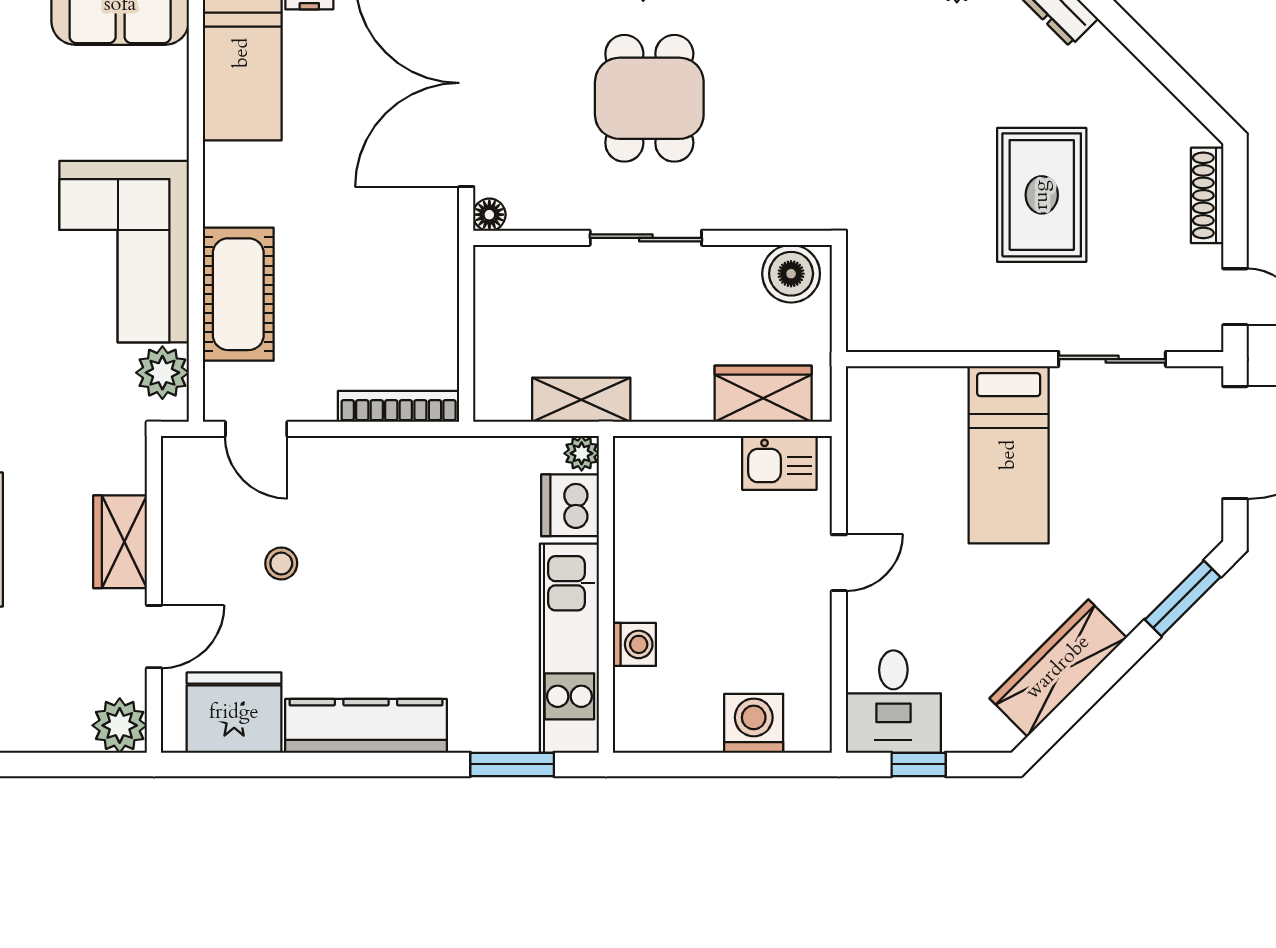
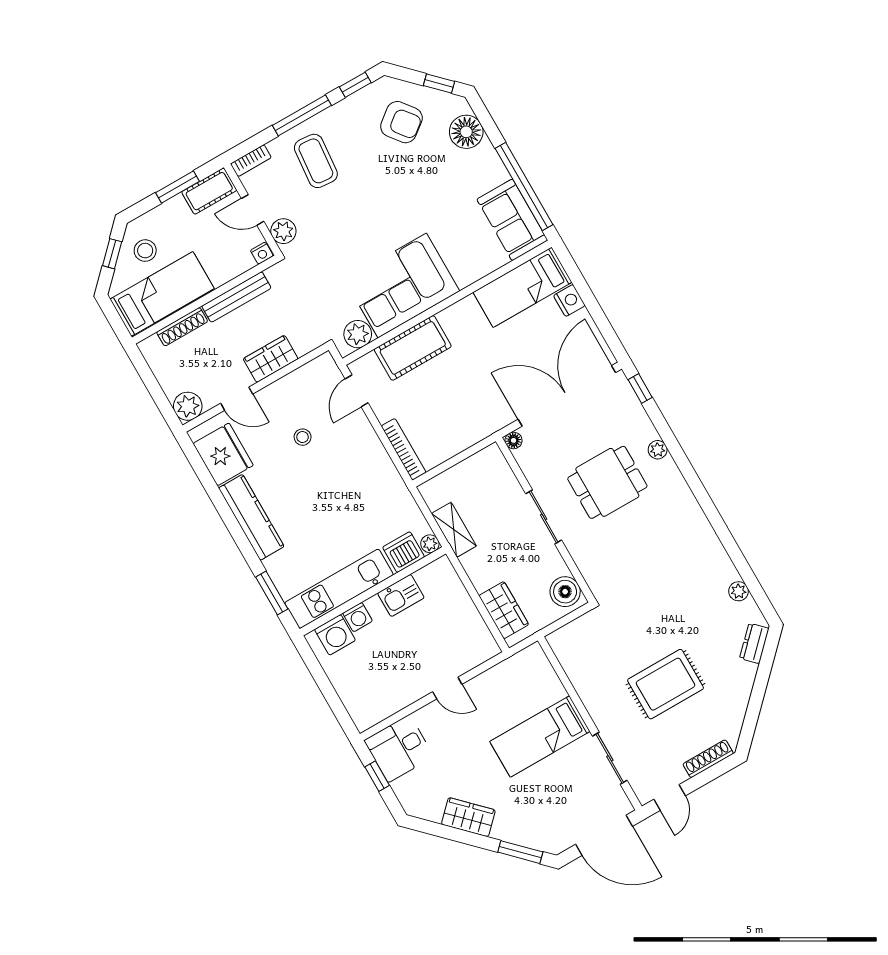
kitchen sink: (779, 463) -> (401, 595), moved, turned -90
wardrobe: (1058, 668) -> (468, 817), width x0.67
washing machine: (754, 723) -> (335, 635), moved, turned 90

